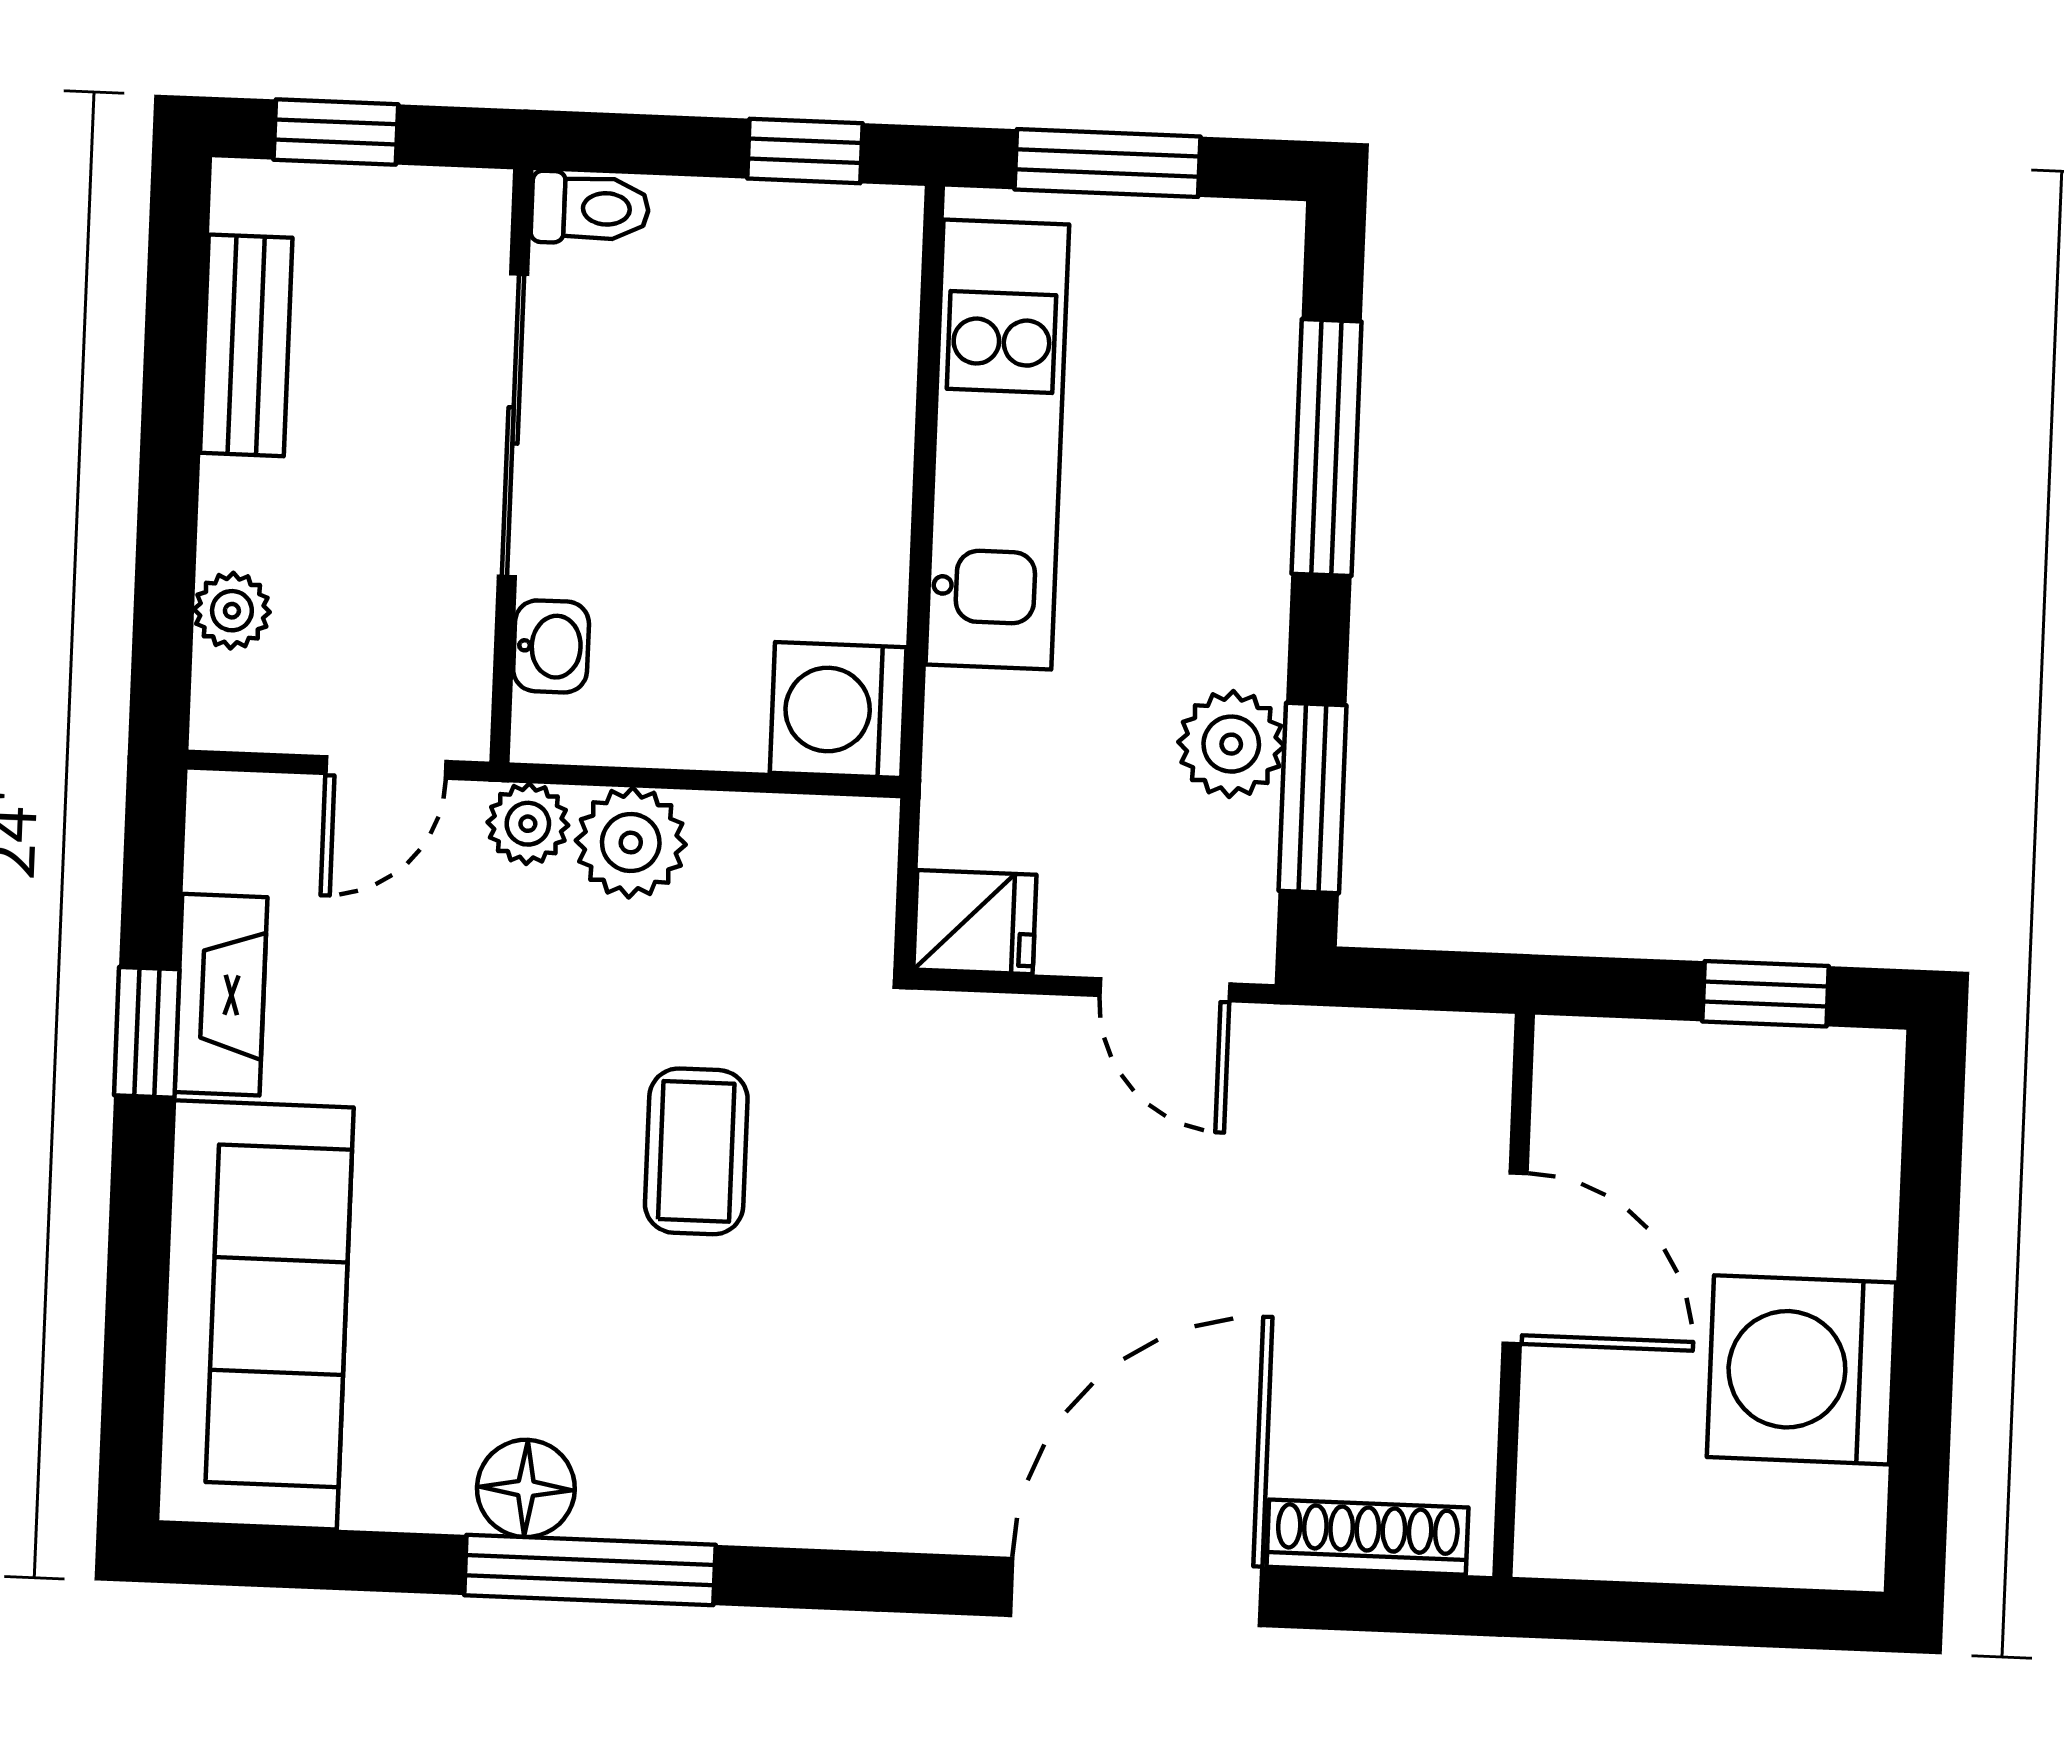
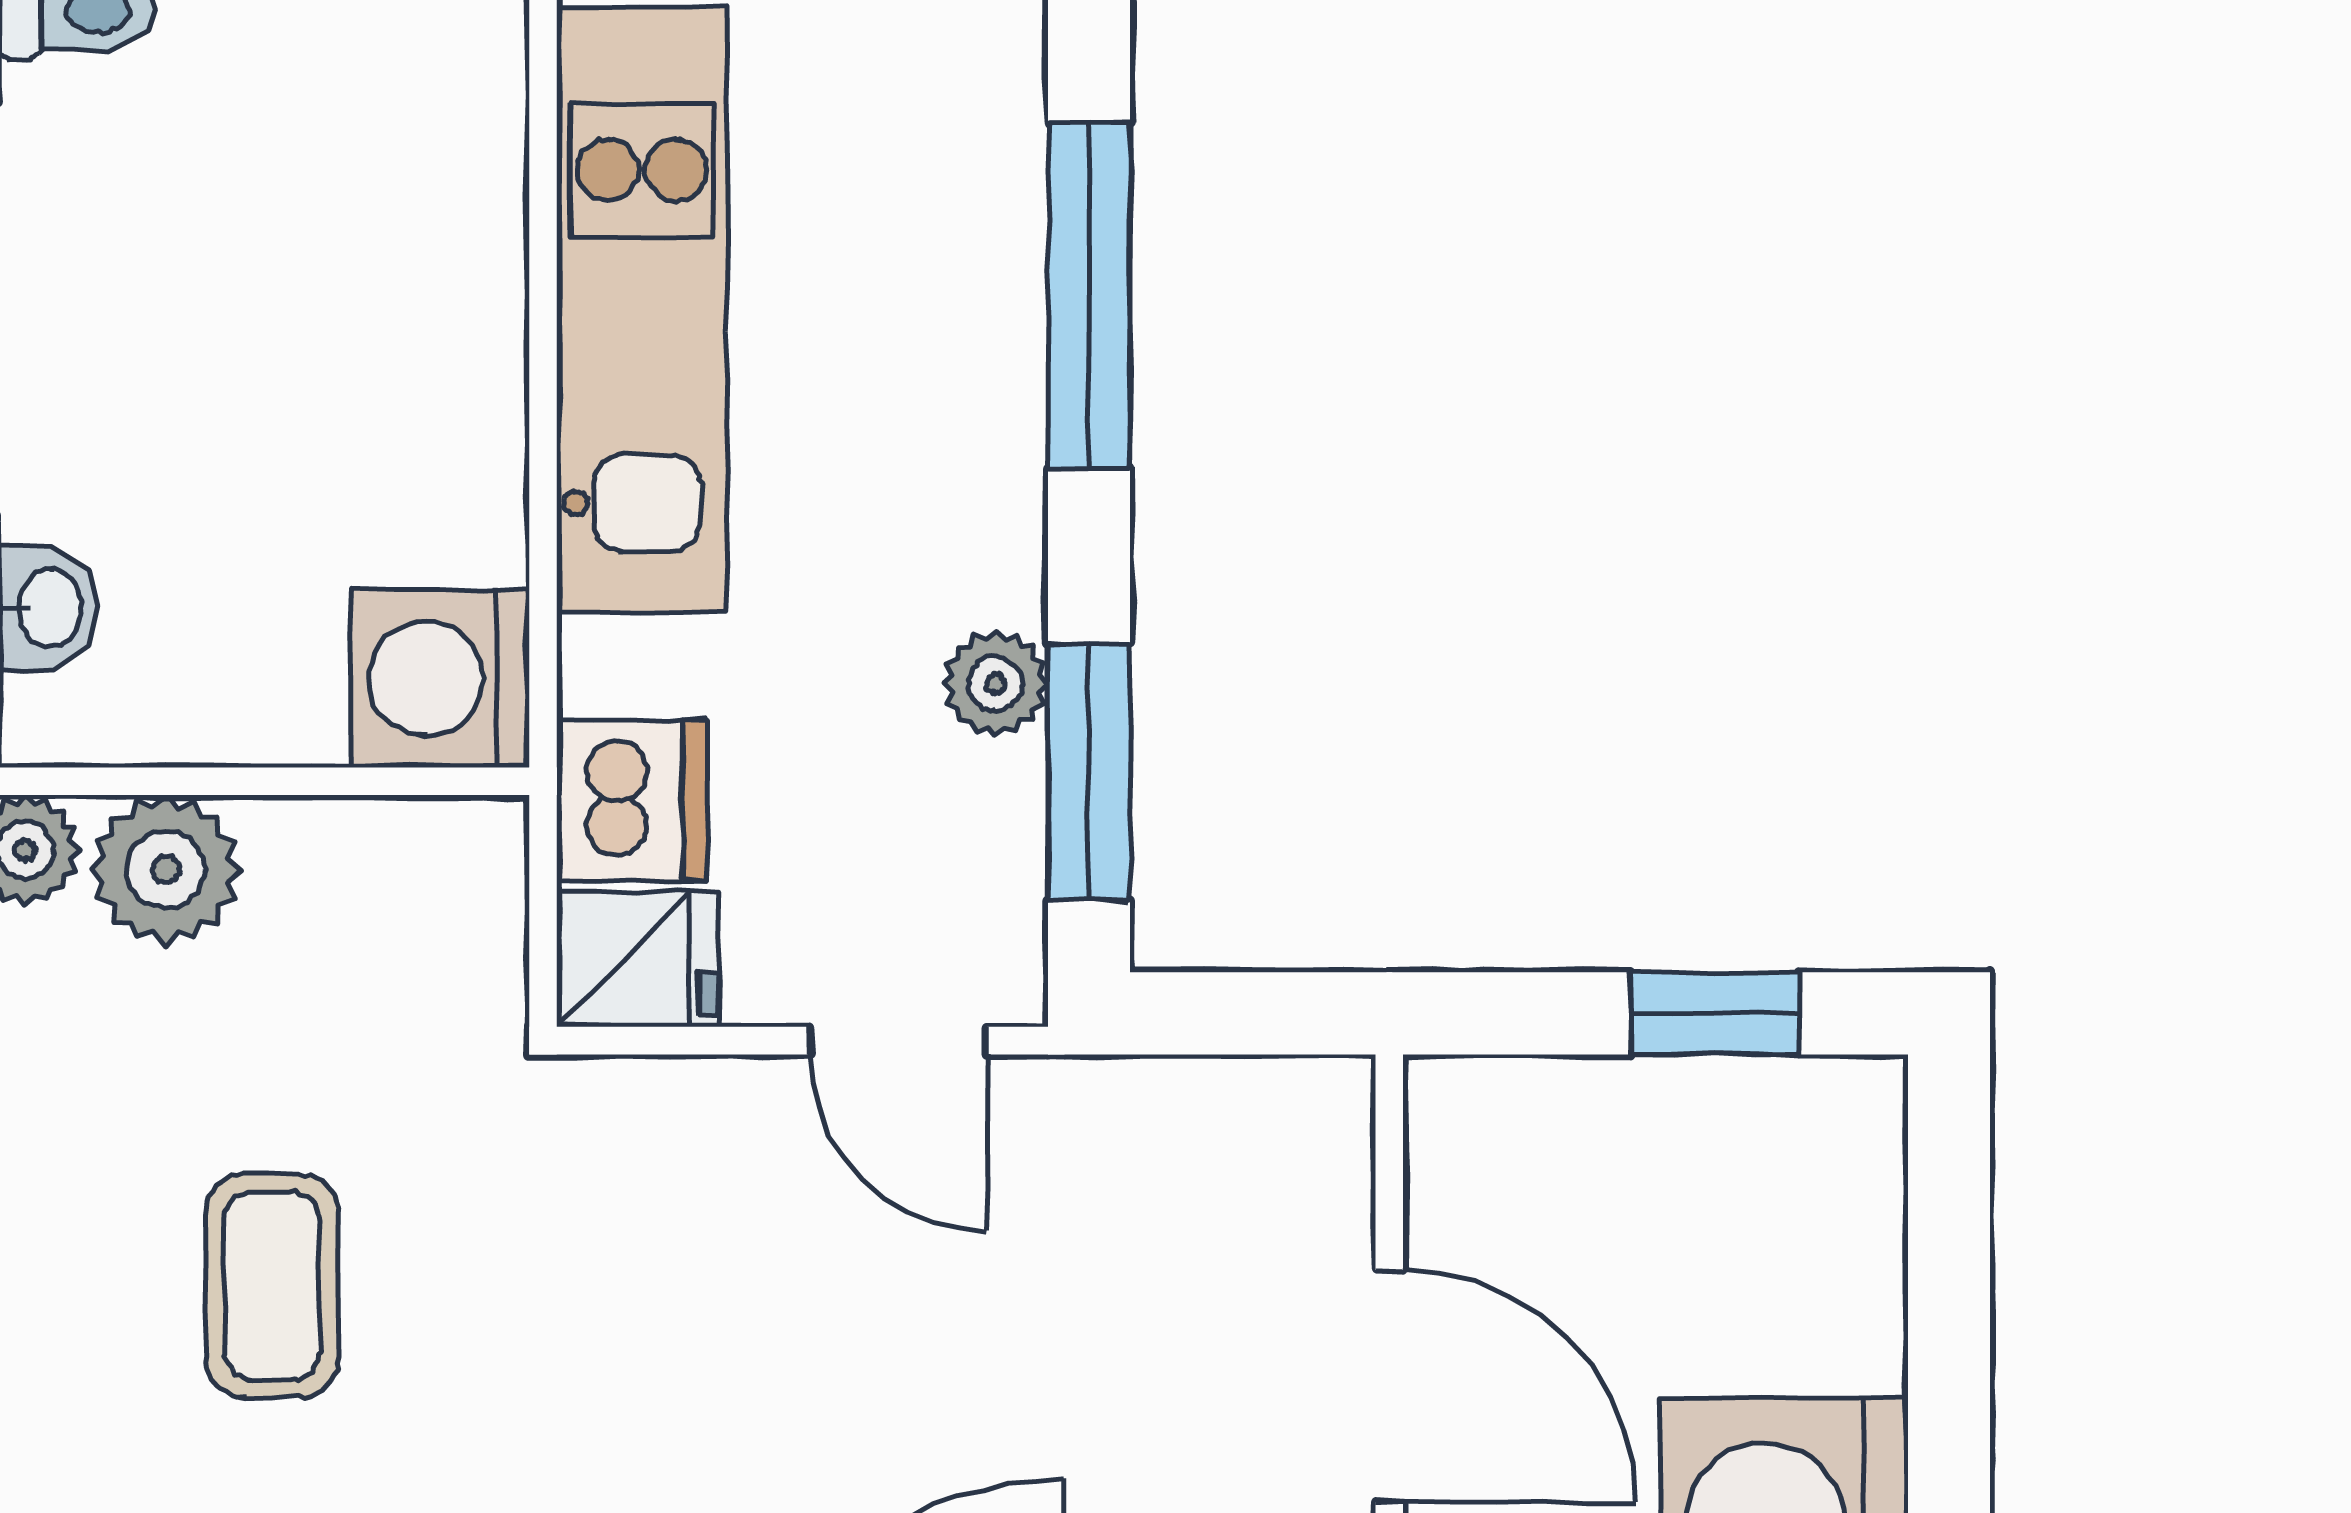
plant: (1231, 744) -> (995, 684), width x0.73, depth x0.73
dishwasher: (975, 805) -> (632, 800), added

